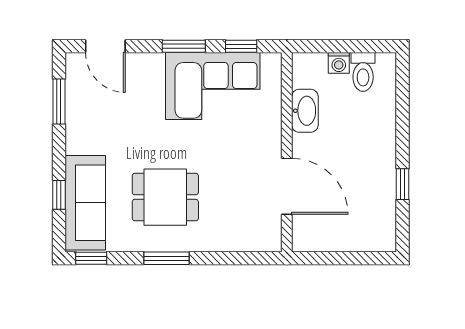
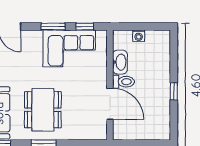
toilet: (363, 72) -> (123, 82), moved, turned -90
window: (402, 184) -> (174, 91), moved
dining table: (165, 197) -> (43, 110), width x1.38

